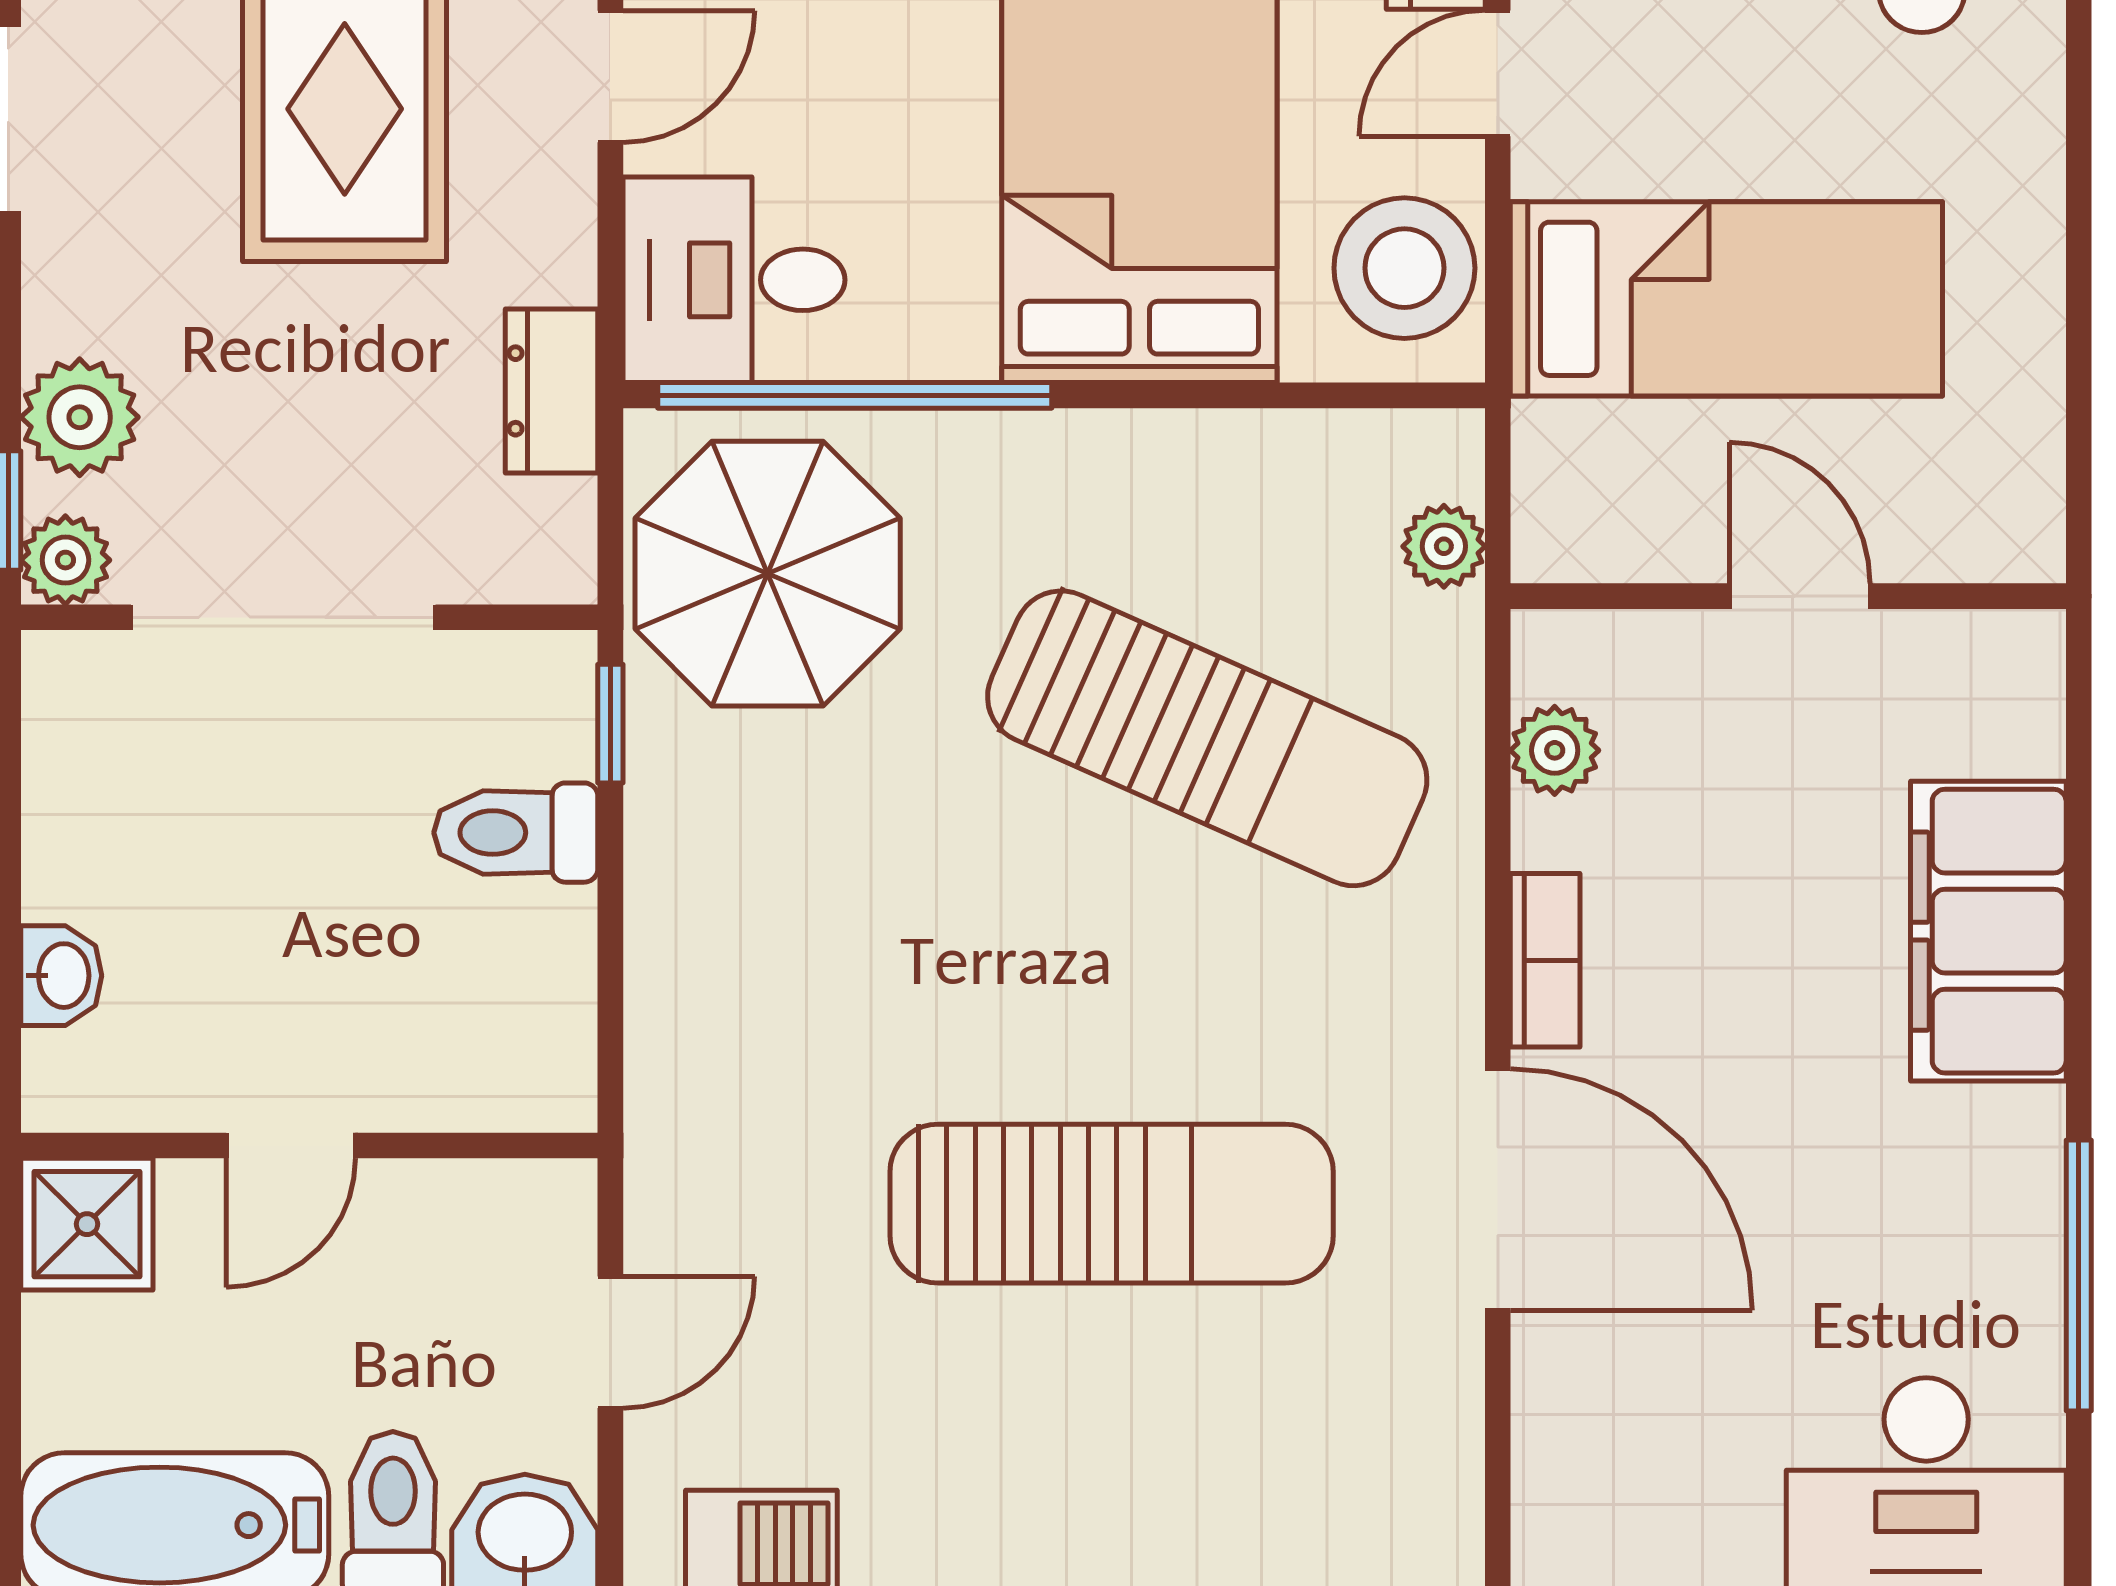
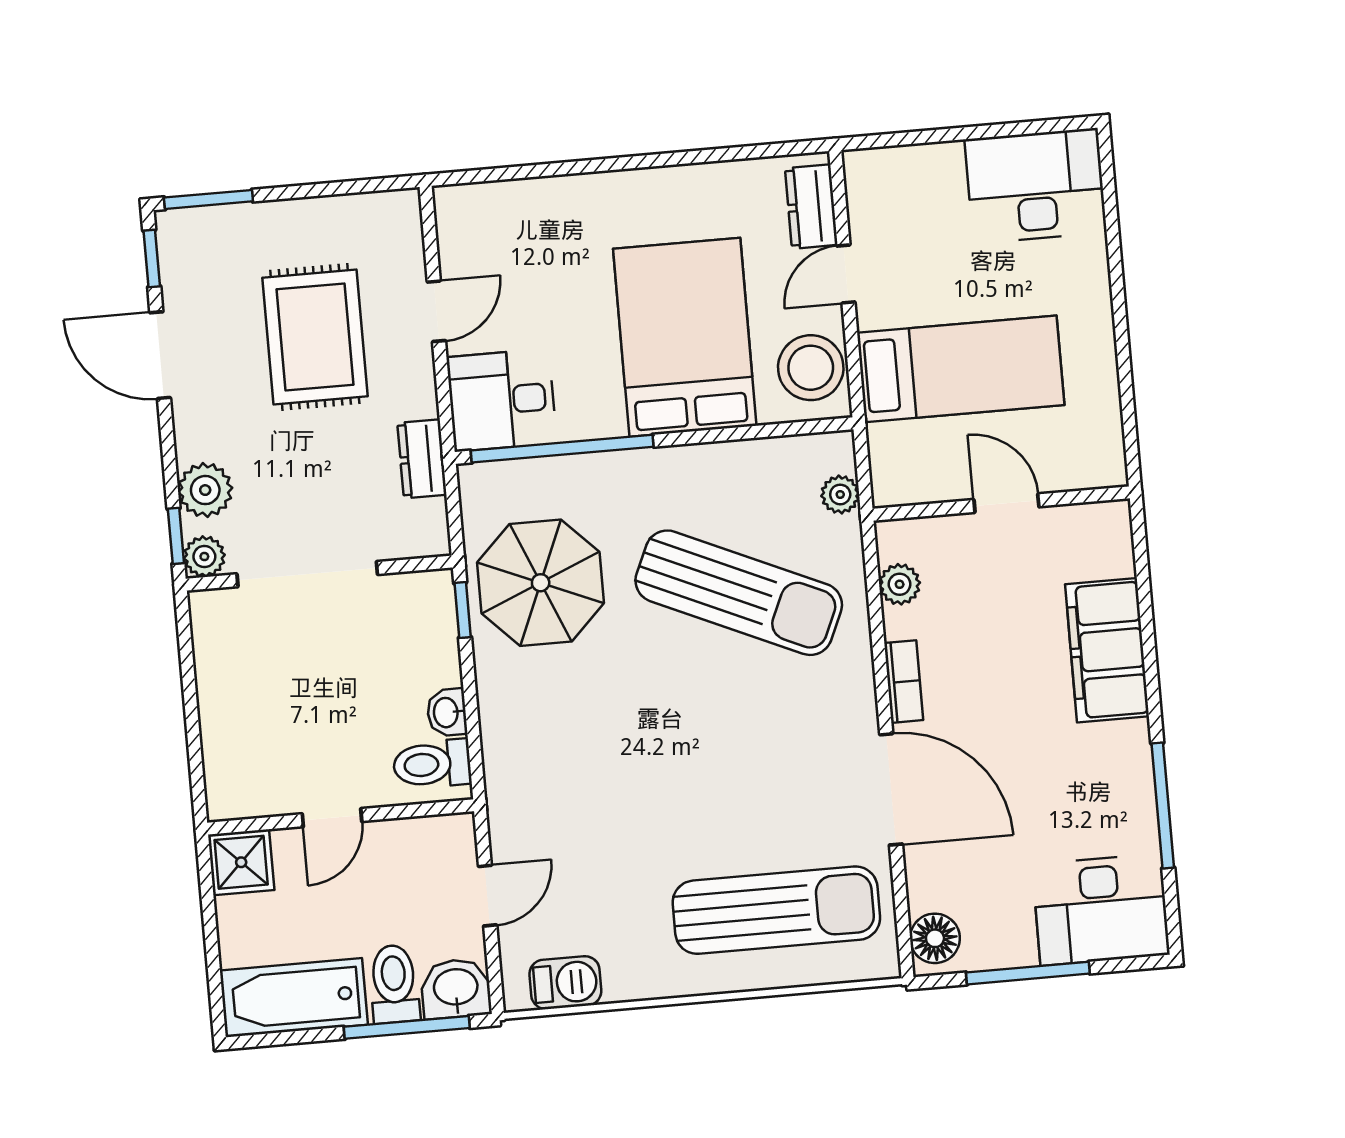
parasol: (768, 574) -> (541, 583), moved
toilet: (516, 833) -> (432, 764), moved
washbasin: (61, 976) -> (447, 712), moved, turned 180
sun lounger: (1112, 1204) -> (776, 910), moved
floor lamp: (1564, 1518) -> (935, 938), added

